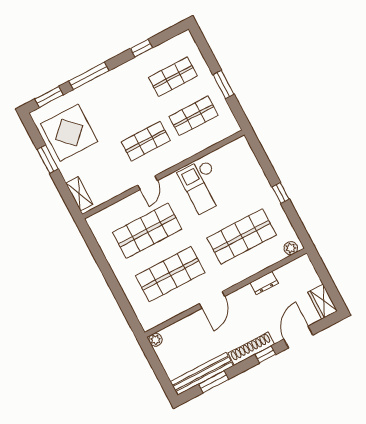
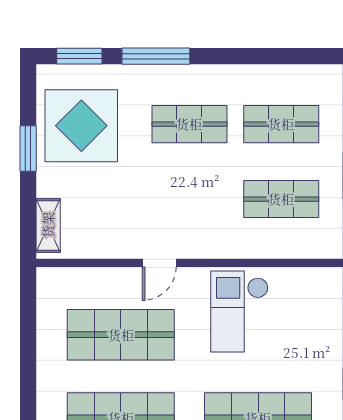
window: (141, 48) -> (257, 56), removed
shop shelf: (146, 141) -> (189, 124), moved

